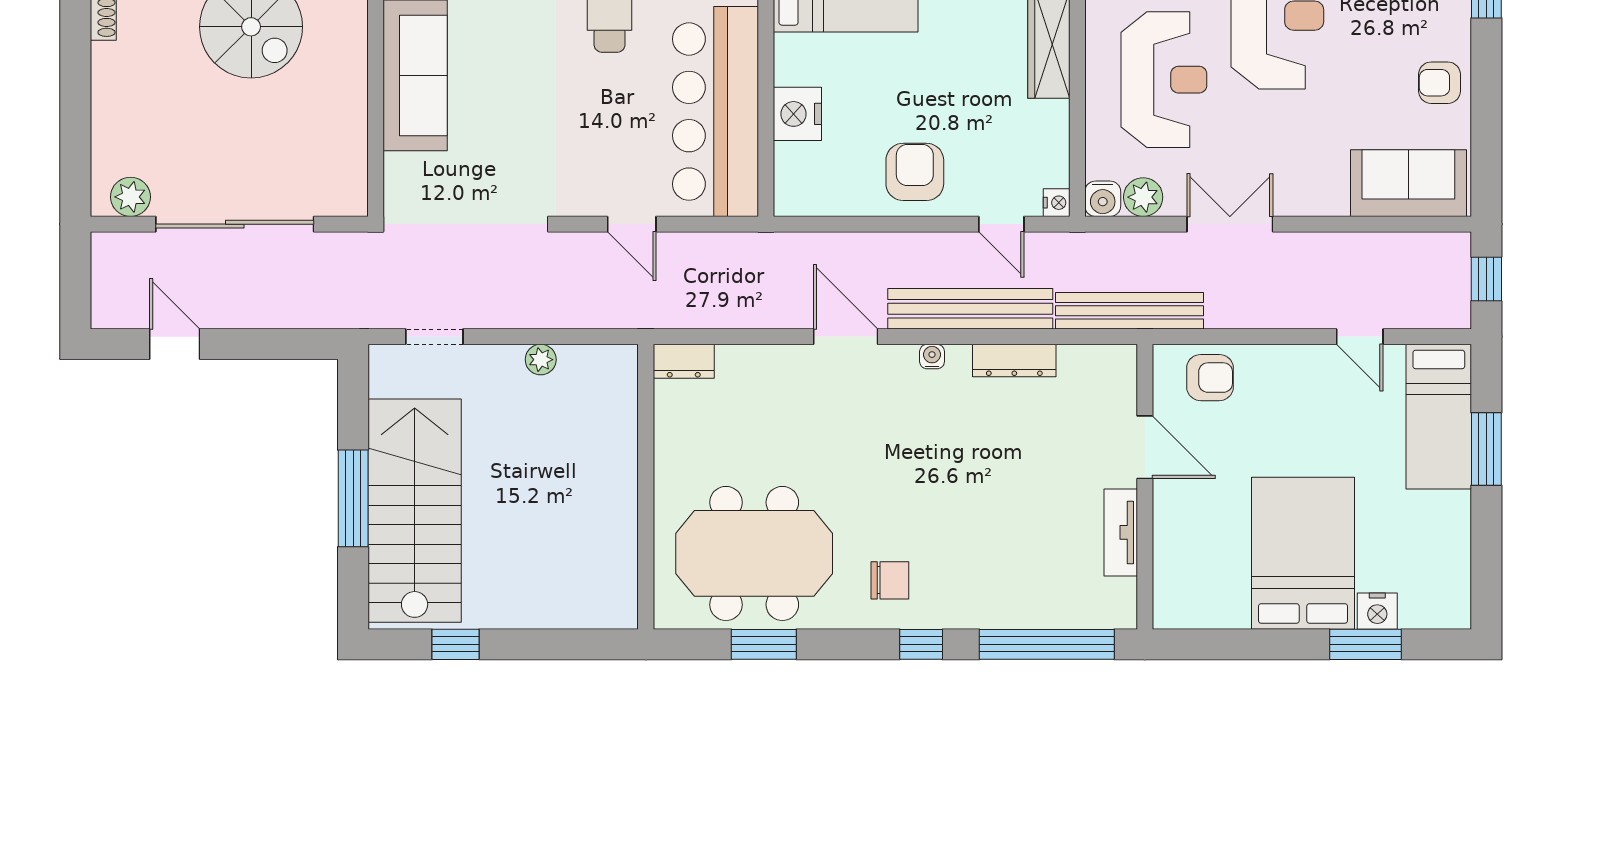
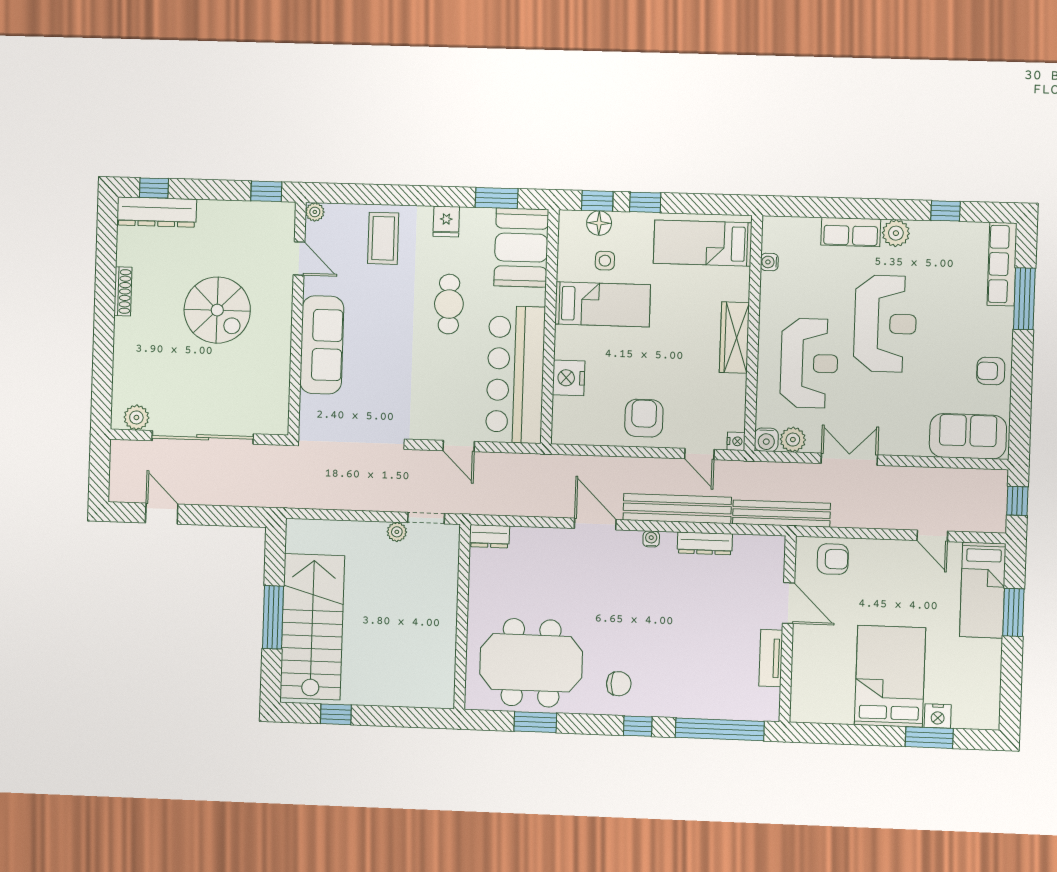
doorway: (434, 337) -> (426, 518), moved

